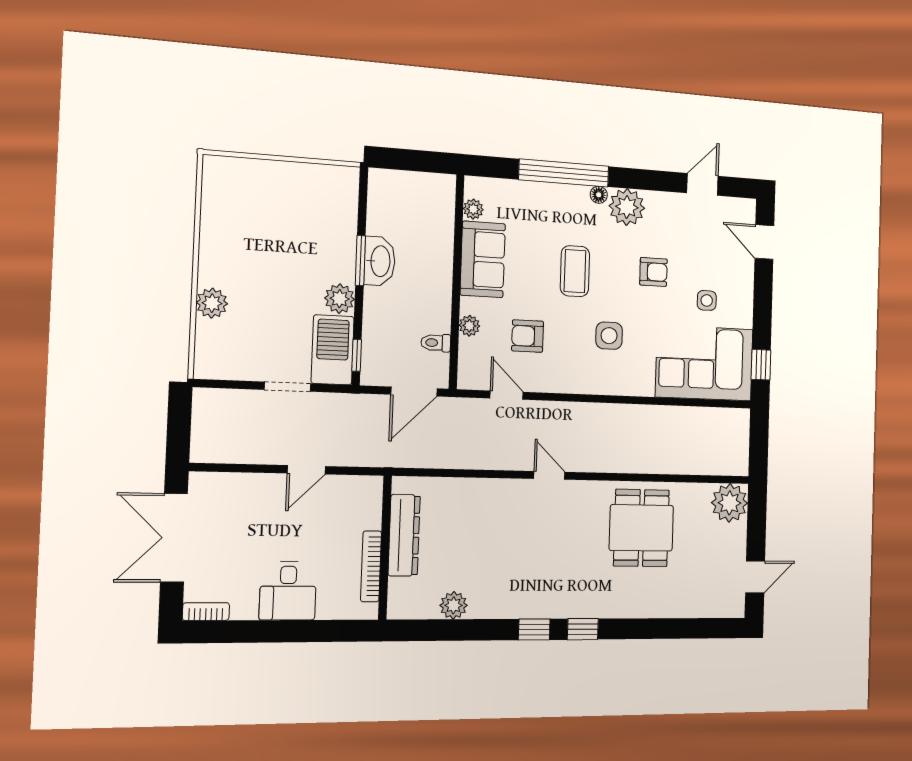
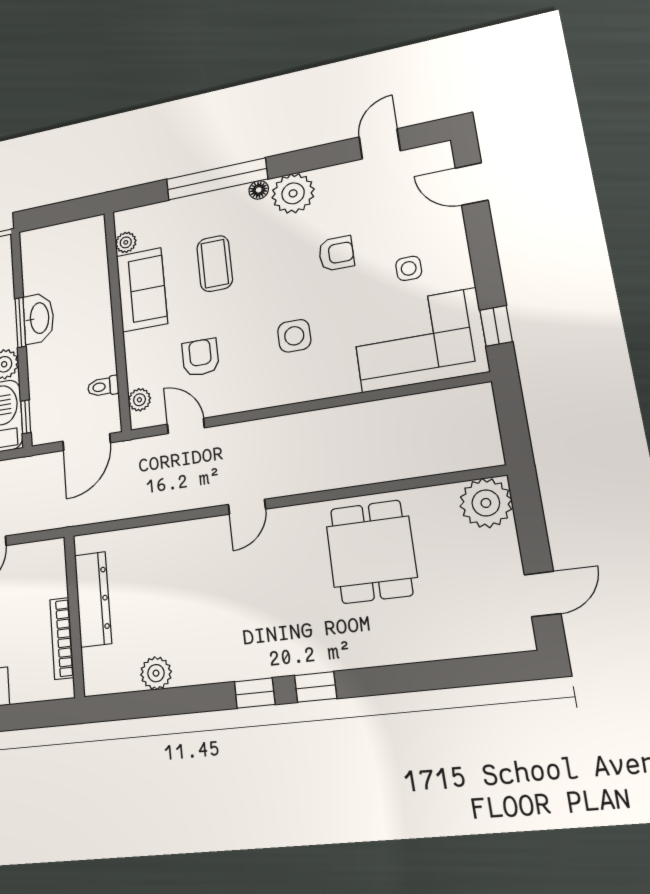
coffee table: (575, 271) -> (215, 264), moved
plant: (469, 326) -> (139, 400), moved
armchair: (528, 336) -> (200, 357), turned 90
door: (549, 475) -> (247, 507), swing flipped

